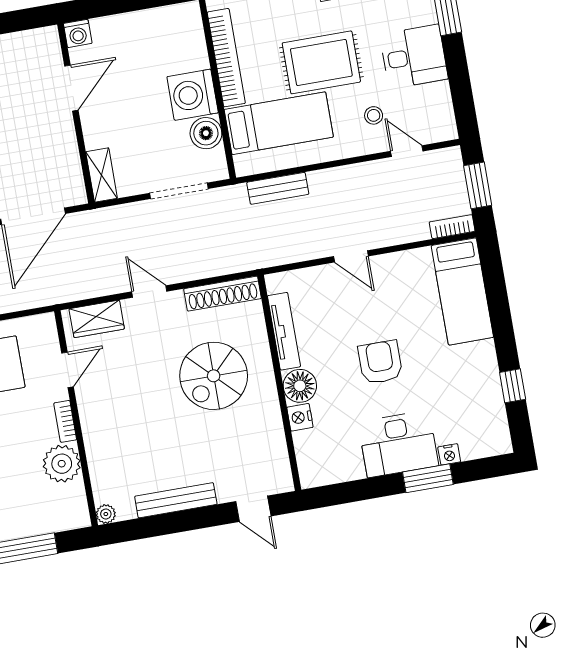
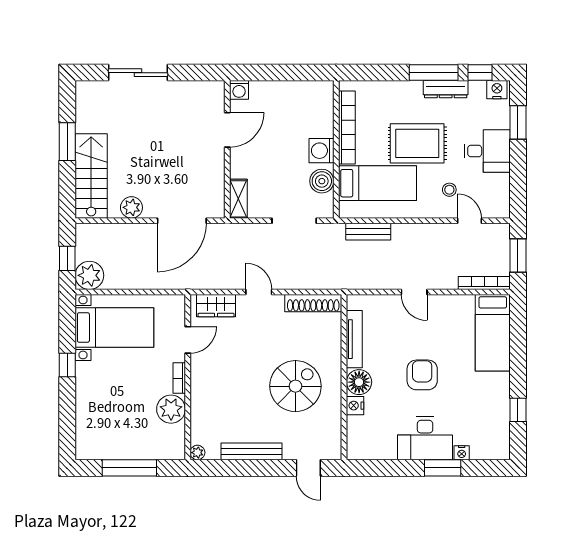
washing machine: (193, 95) -> (321, 151), width x0.73, depth x0.73
bookcase: (452, 227) -> (484, 283), width x1.56
spiral stairs: (214, 376) -> (295, 386), moved, turned 180

